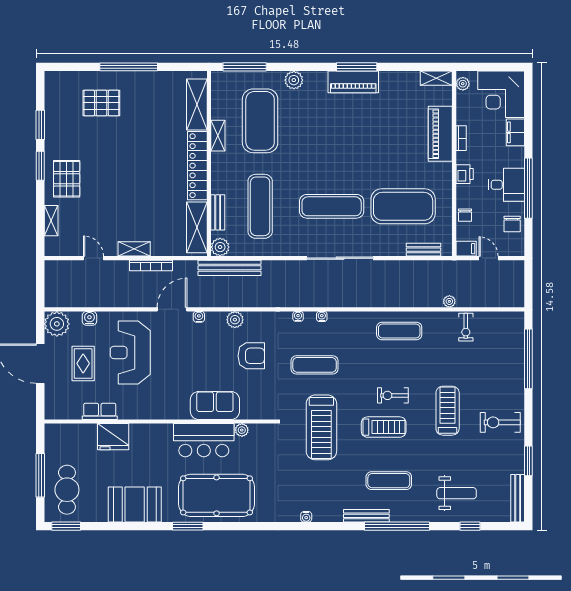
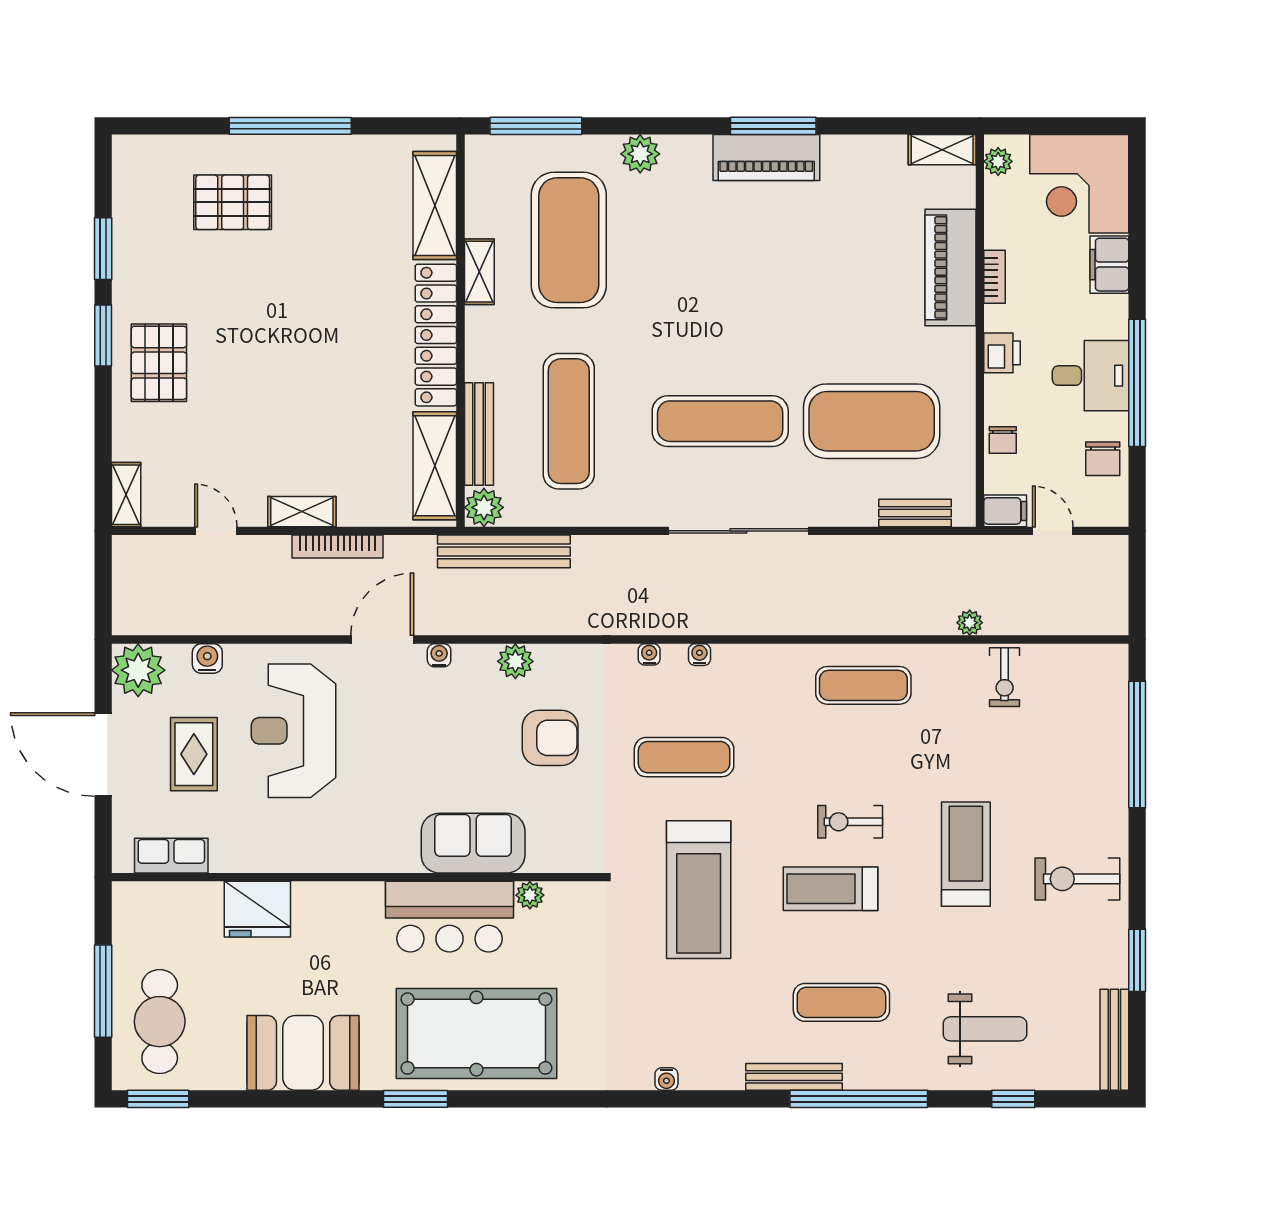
bench: (218, 212) -> (479, 434), width x1.36
shelving: (51, 221) -> (126, 495), moved
row of seats: (100, 411) -> (171, 856), moved
treadmill: (384, 427) -> (830, 889), turned 180

